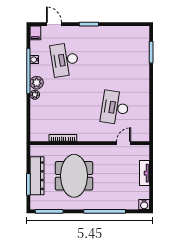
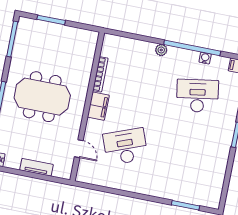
plant: (37, 83) -> (176, 55), removed
desk: (115, 108) -> (125, 147), turned -30
filing cabinet: (88, 135) -> (98, 106), added
dresser: (37, 176) -> (60, 33), removed
meeting table: (74, 176) -> (42, 97), moved

